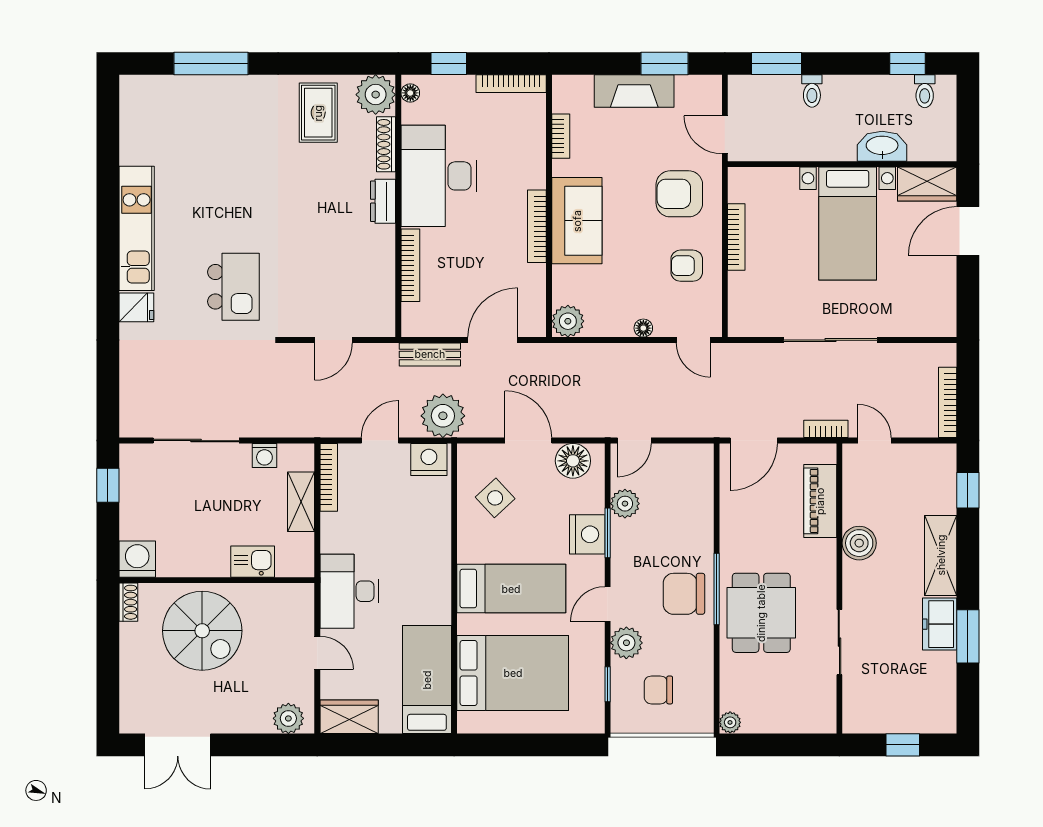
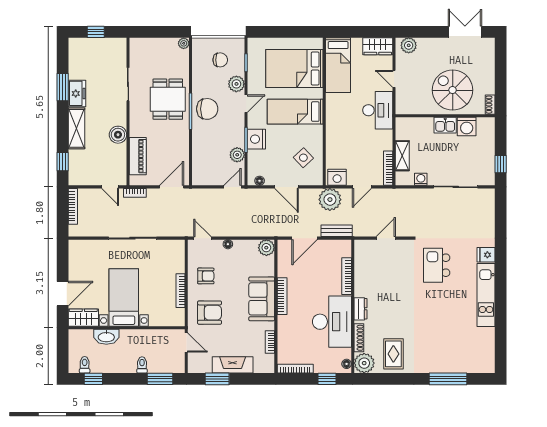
floor lamp: (573, 461) -> (260, 181), width x0.53, depth x0.53
washing machine: (137, 559) -> (467, 127), moved
kitchen sink: (253, 562) -> (445, 125), moved

